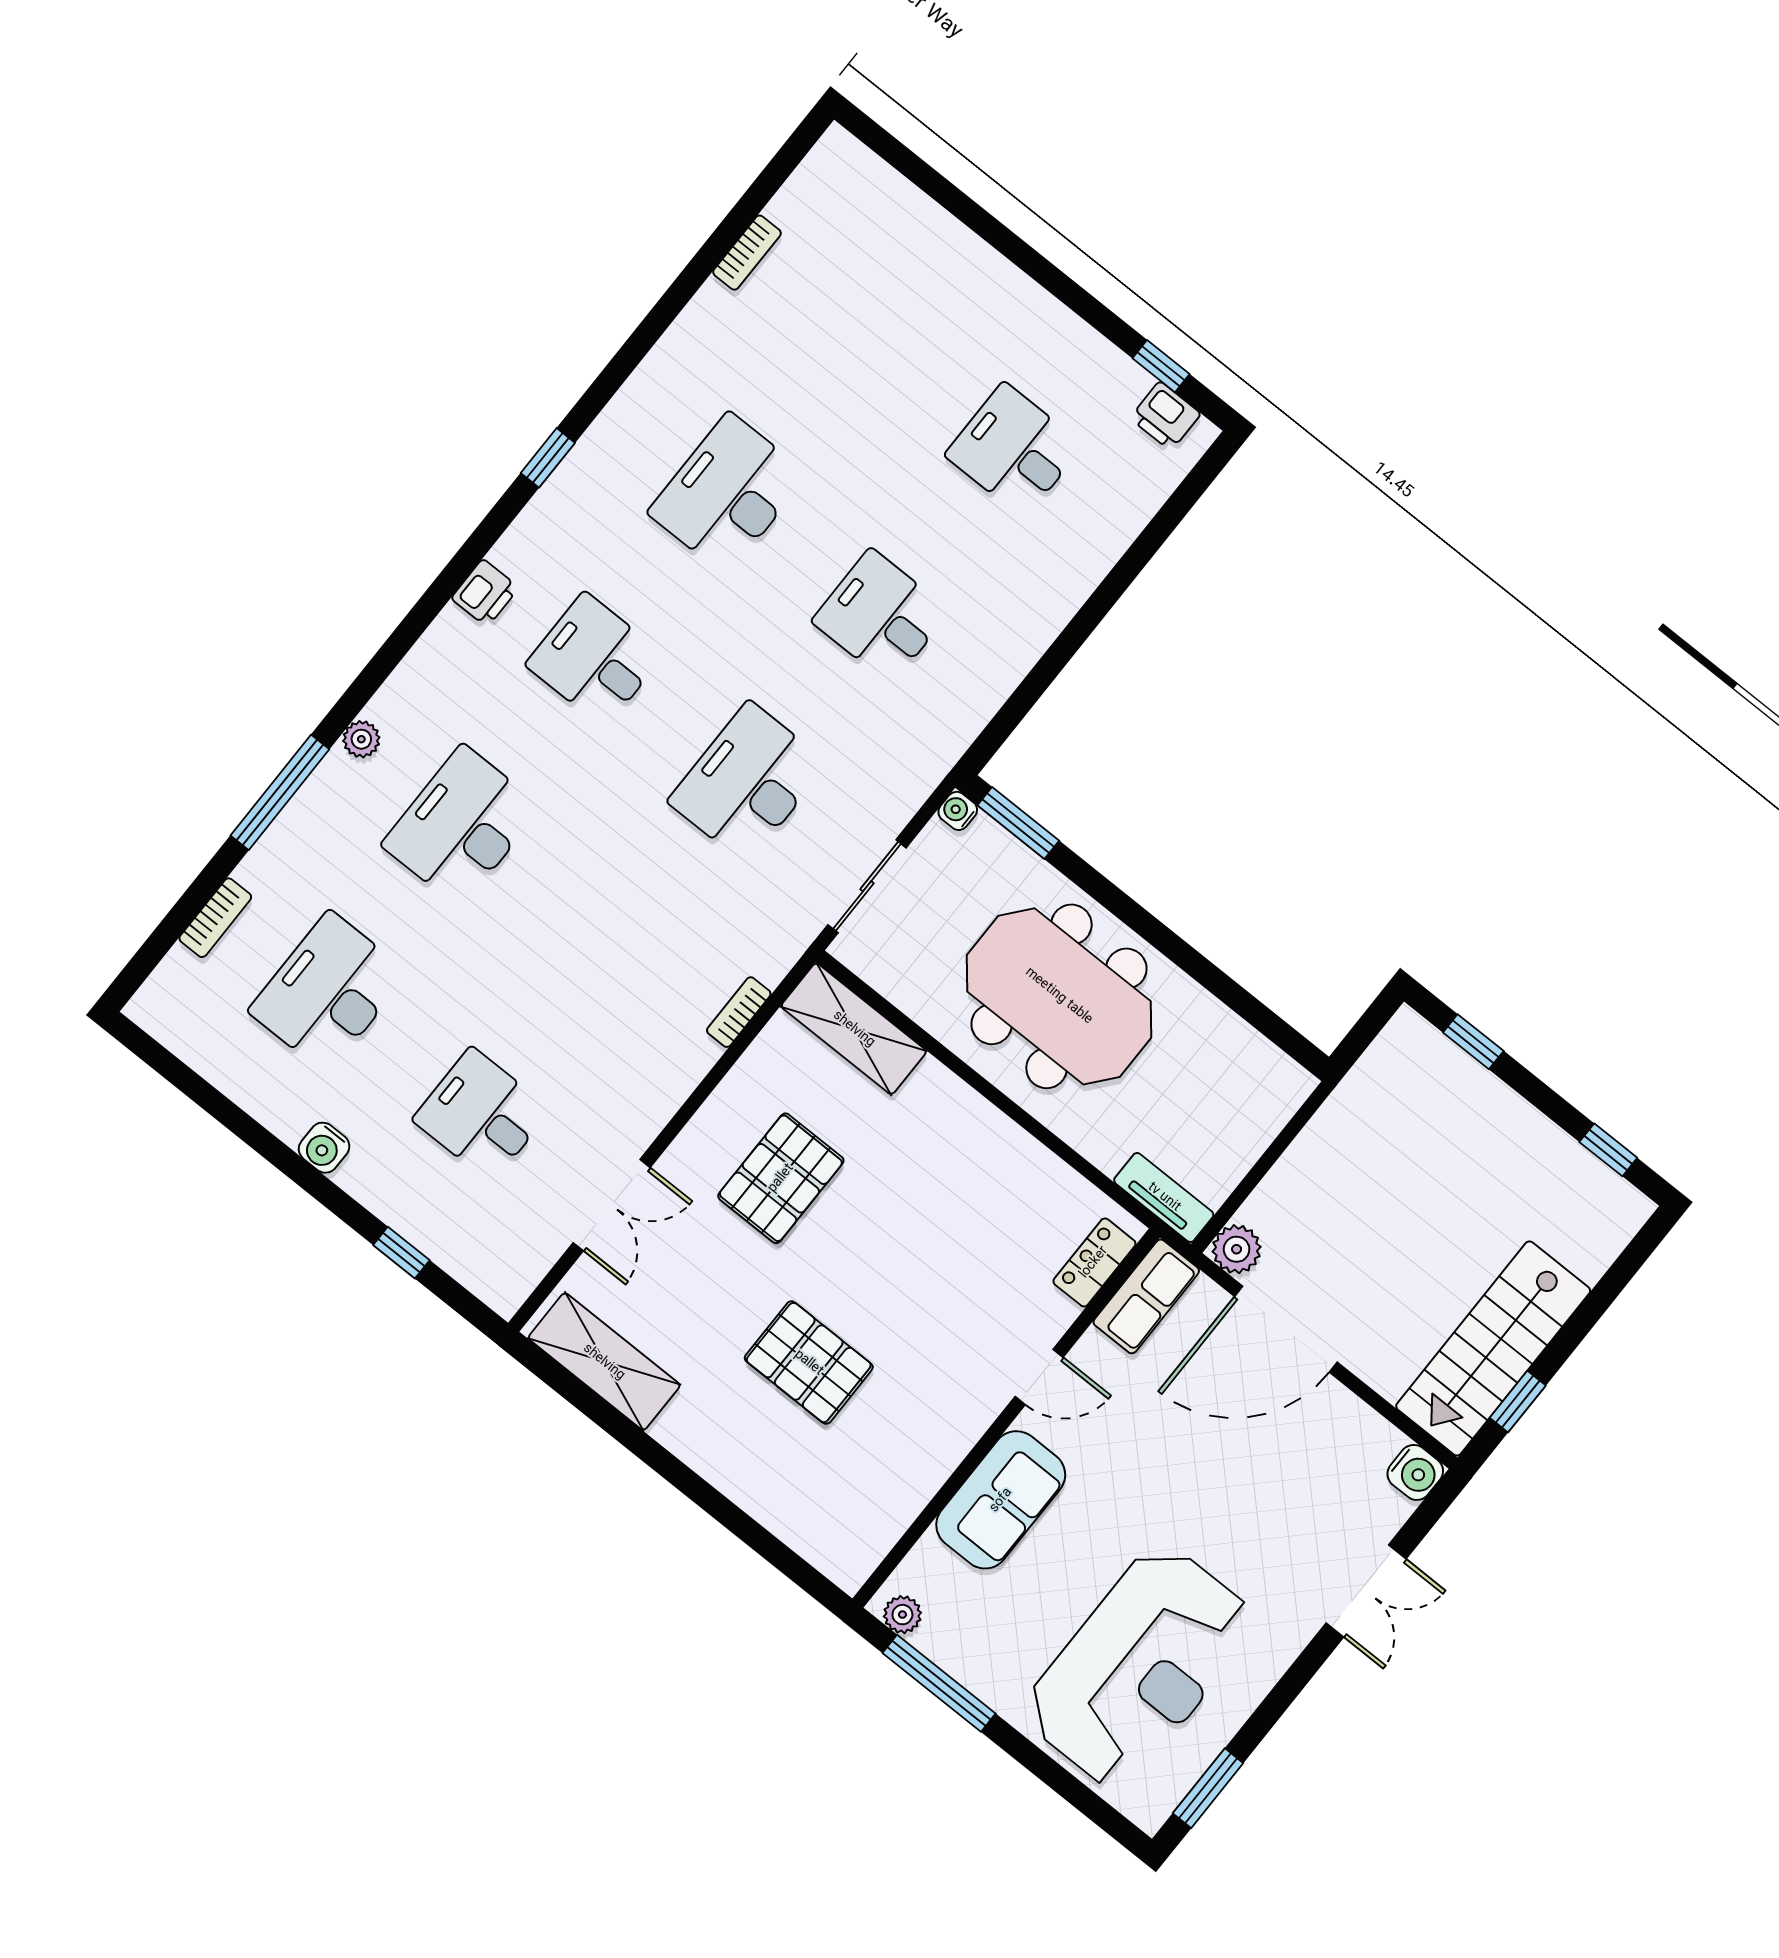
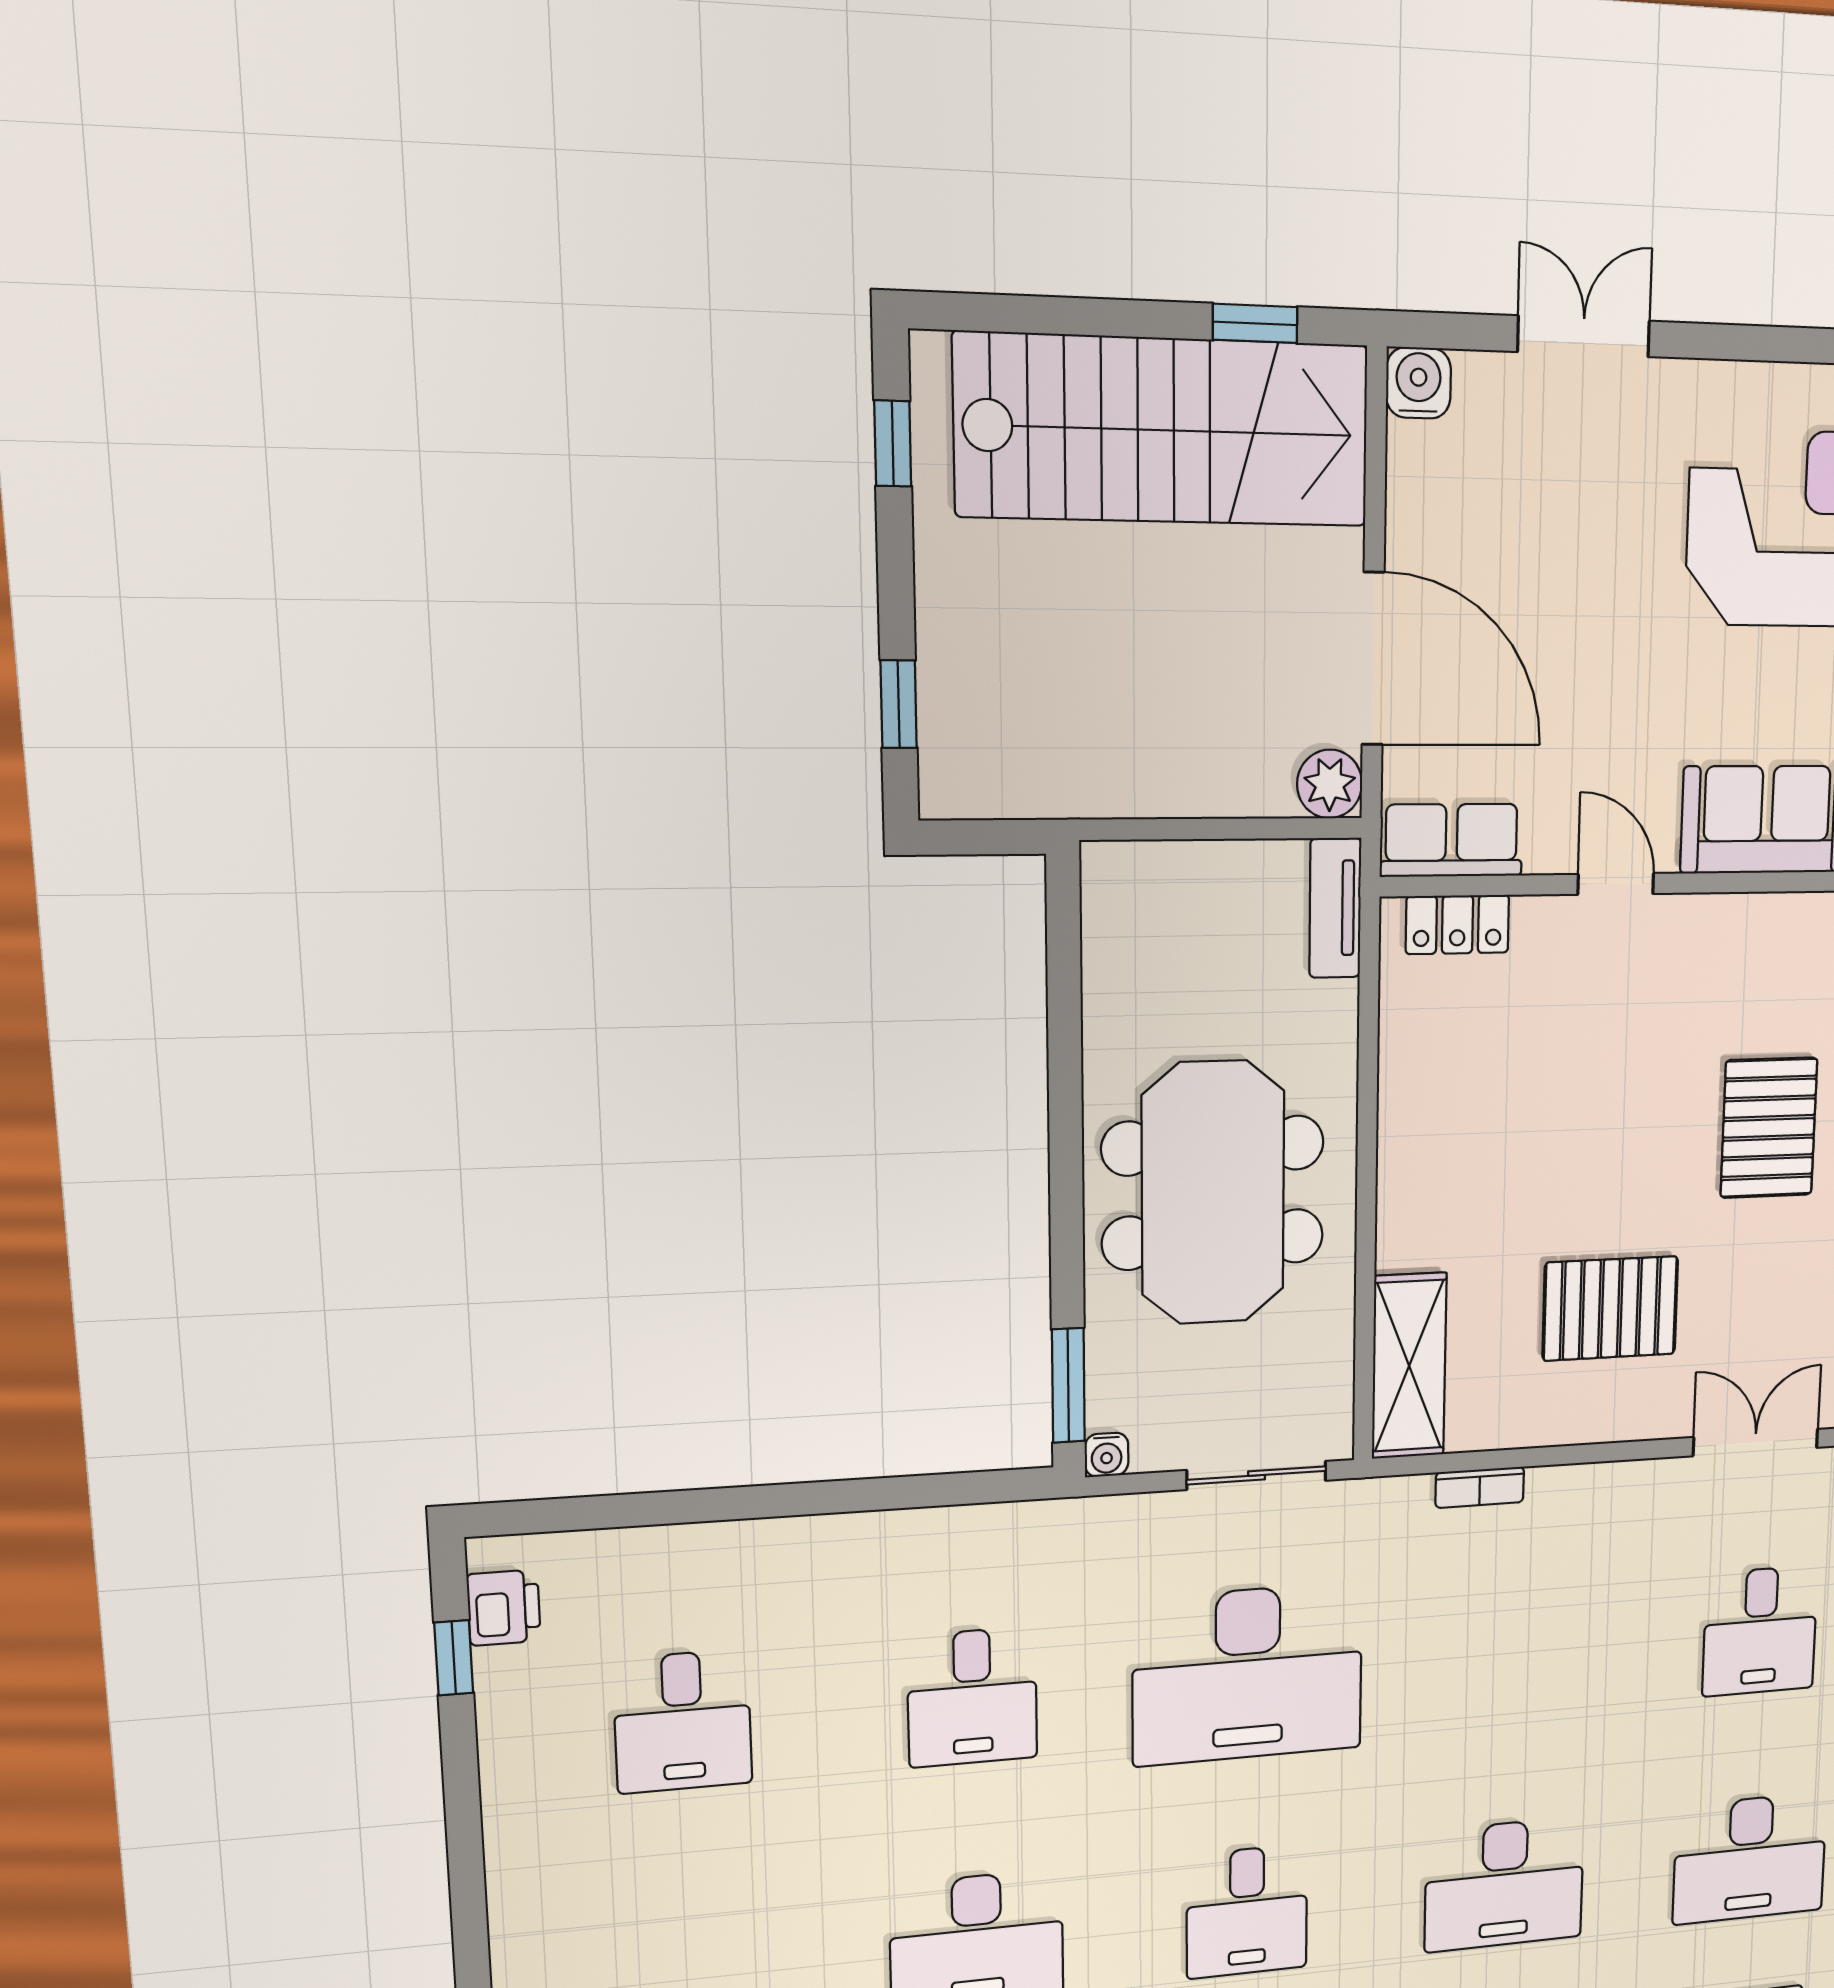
desk: (748, 783) -> (1248, 1674), width x1.36, depth x1.30
stairs: (1493, 1348) -> (1164, 430), width x1.36, depth x1.51

